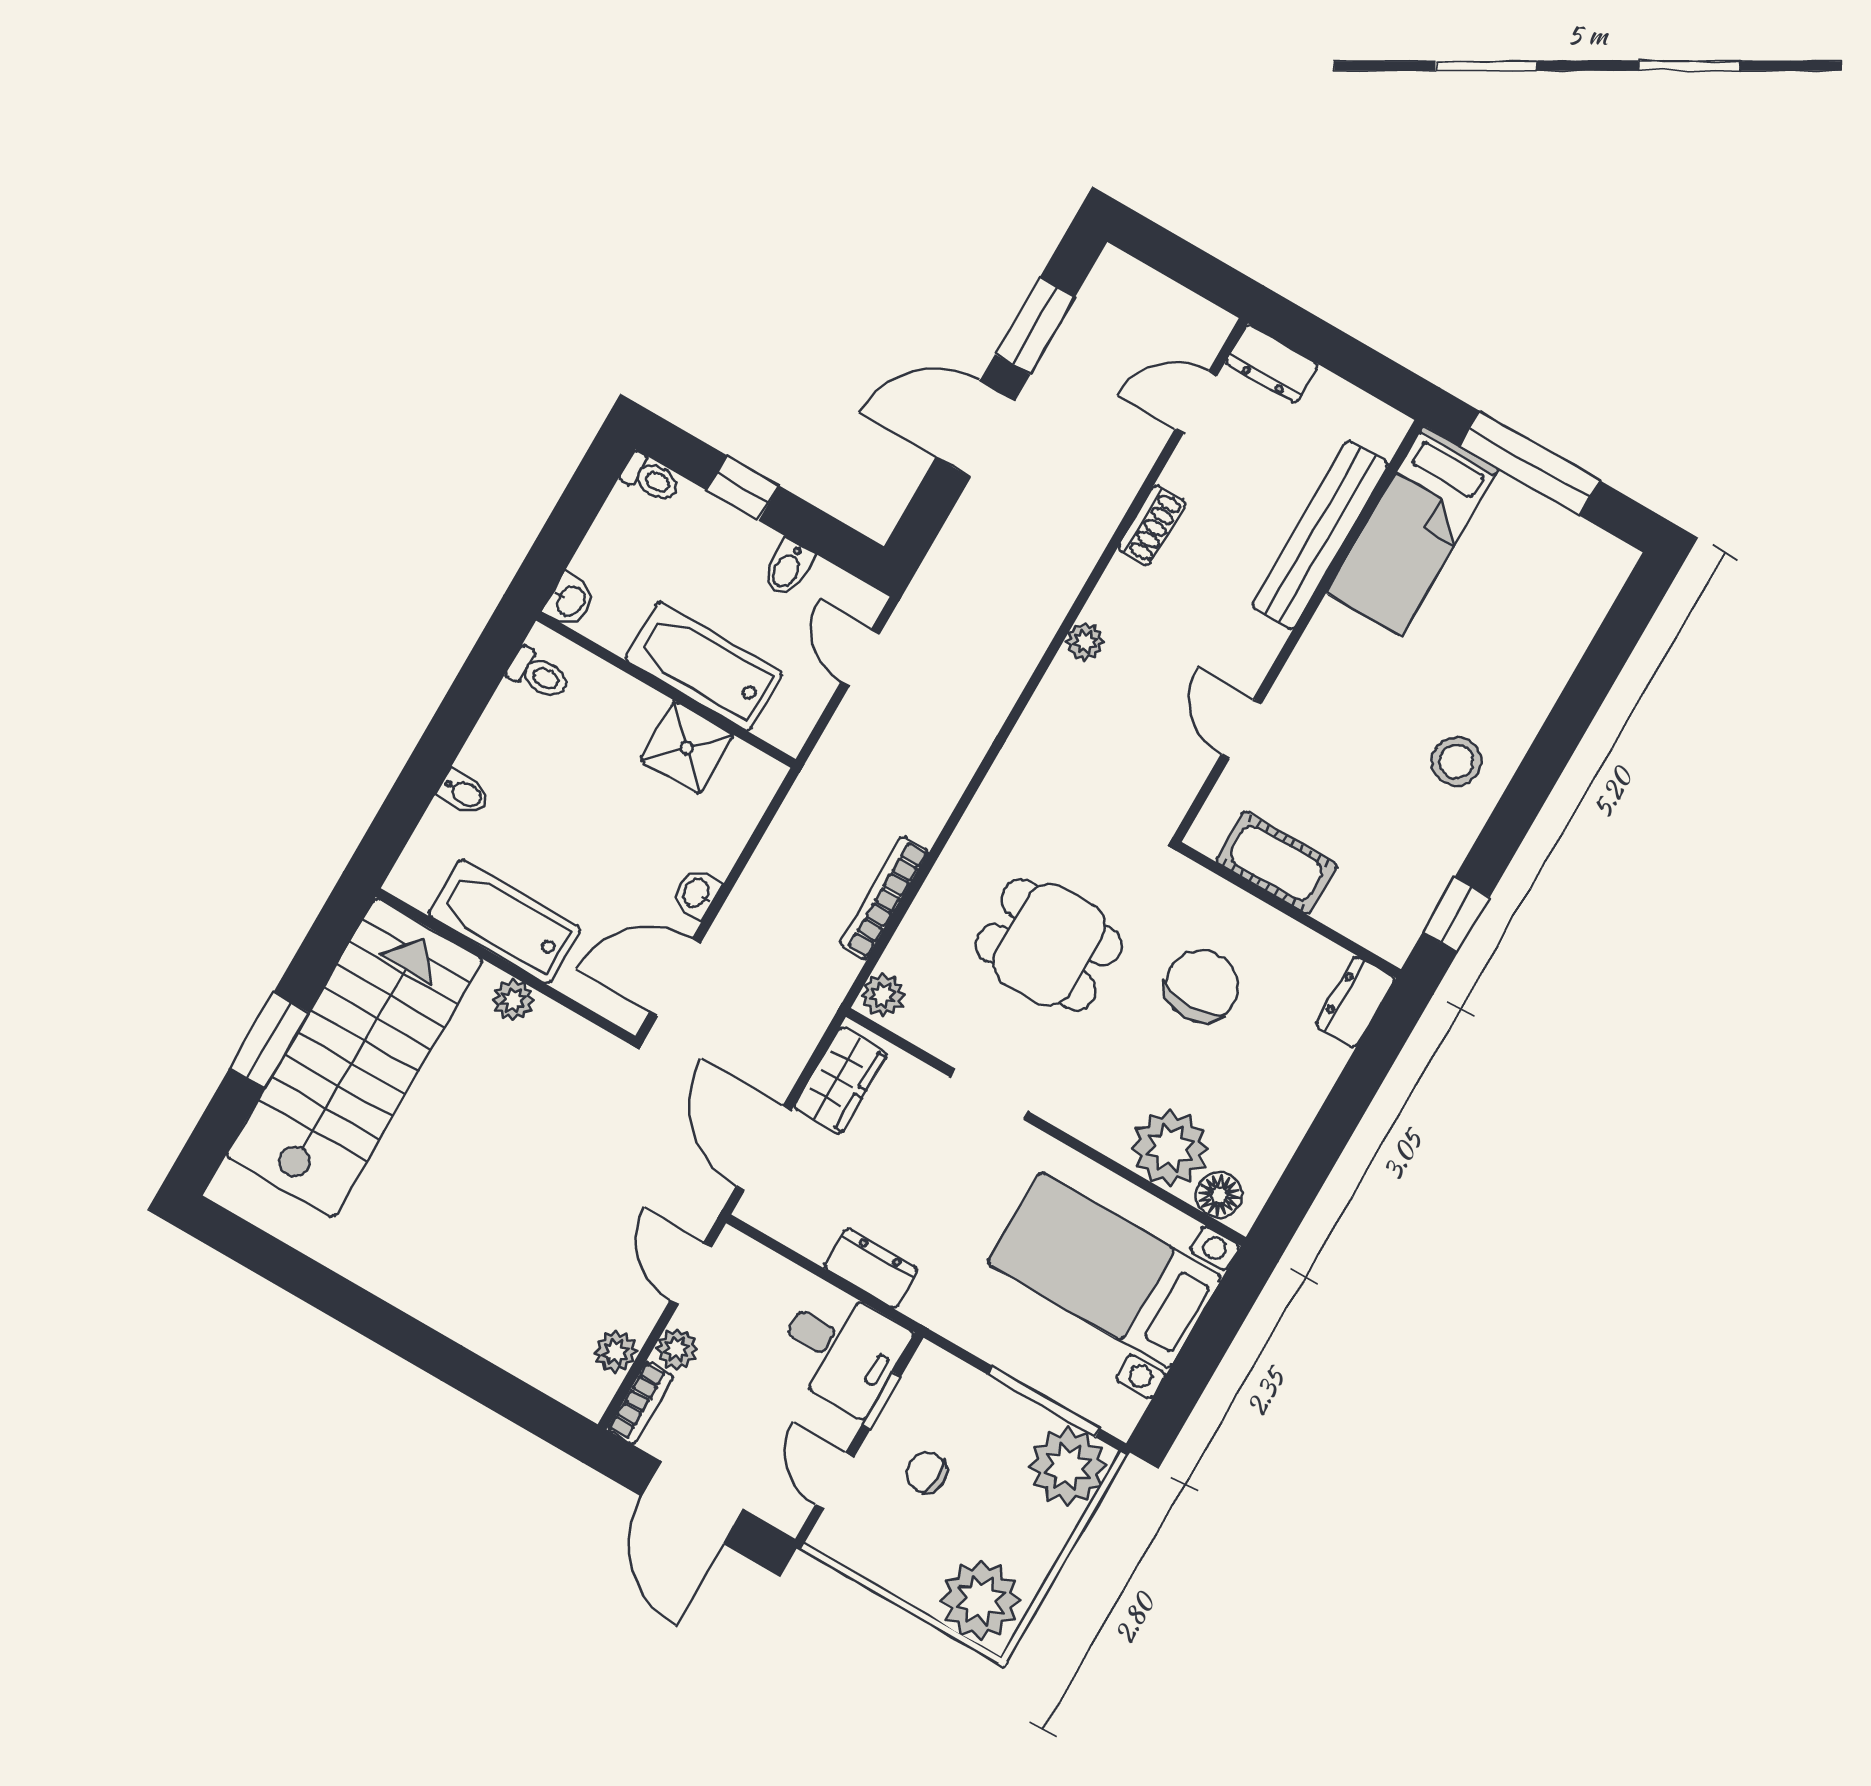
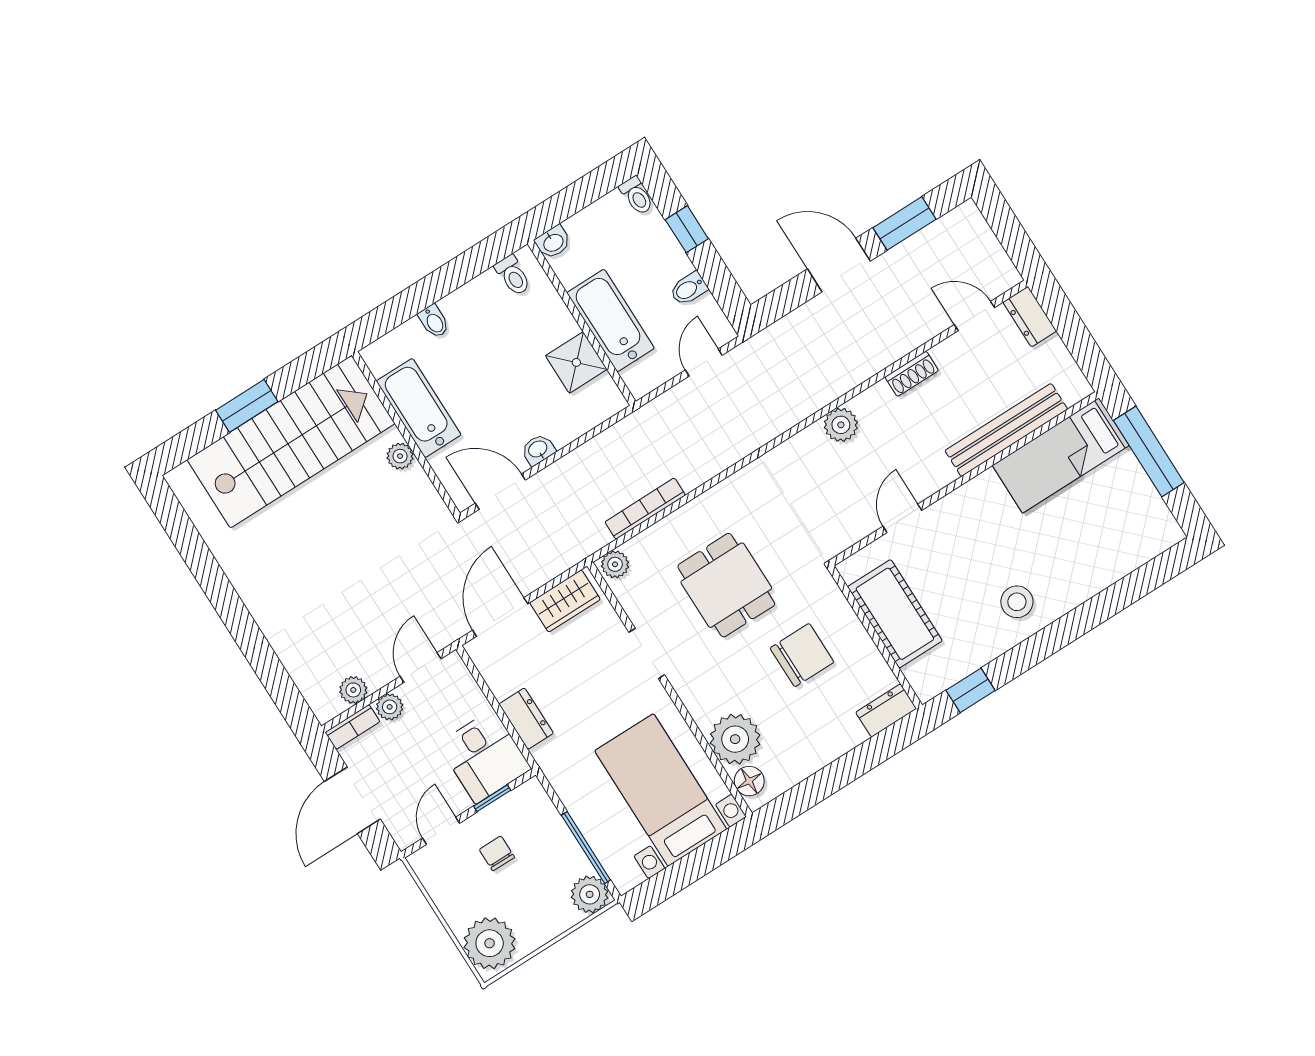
plant: (1085, 642) -> (841, 425), width x1.38, depth x1.38
cot: (1276, 863) -> (895, 614), width x1.37, depth x1.34
plant: (1068, 1466) -> (590, 894), width x0.73, depth x0.73

